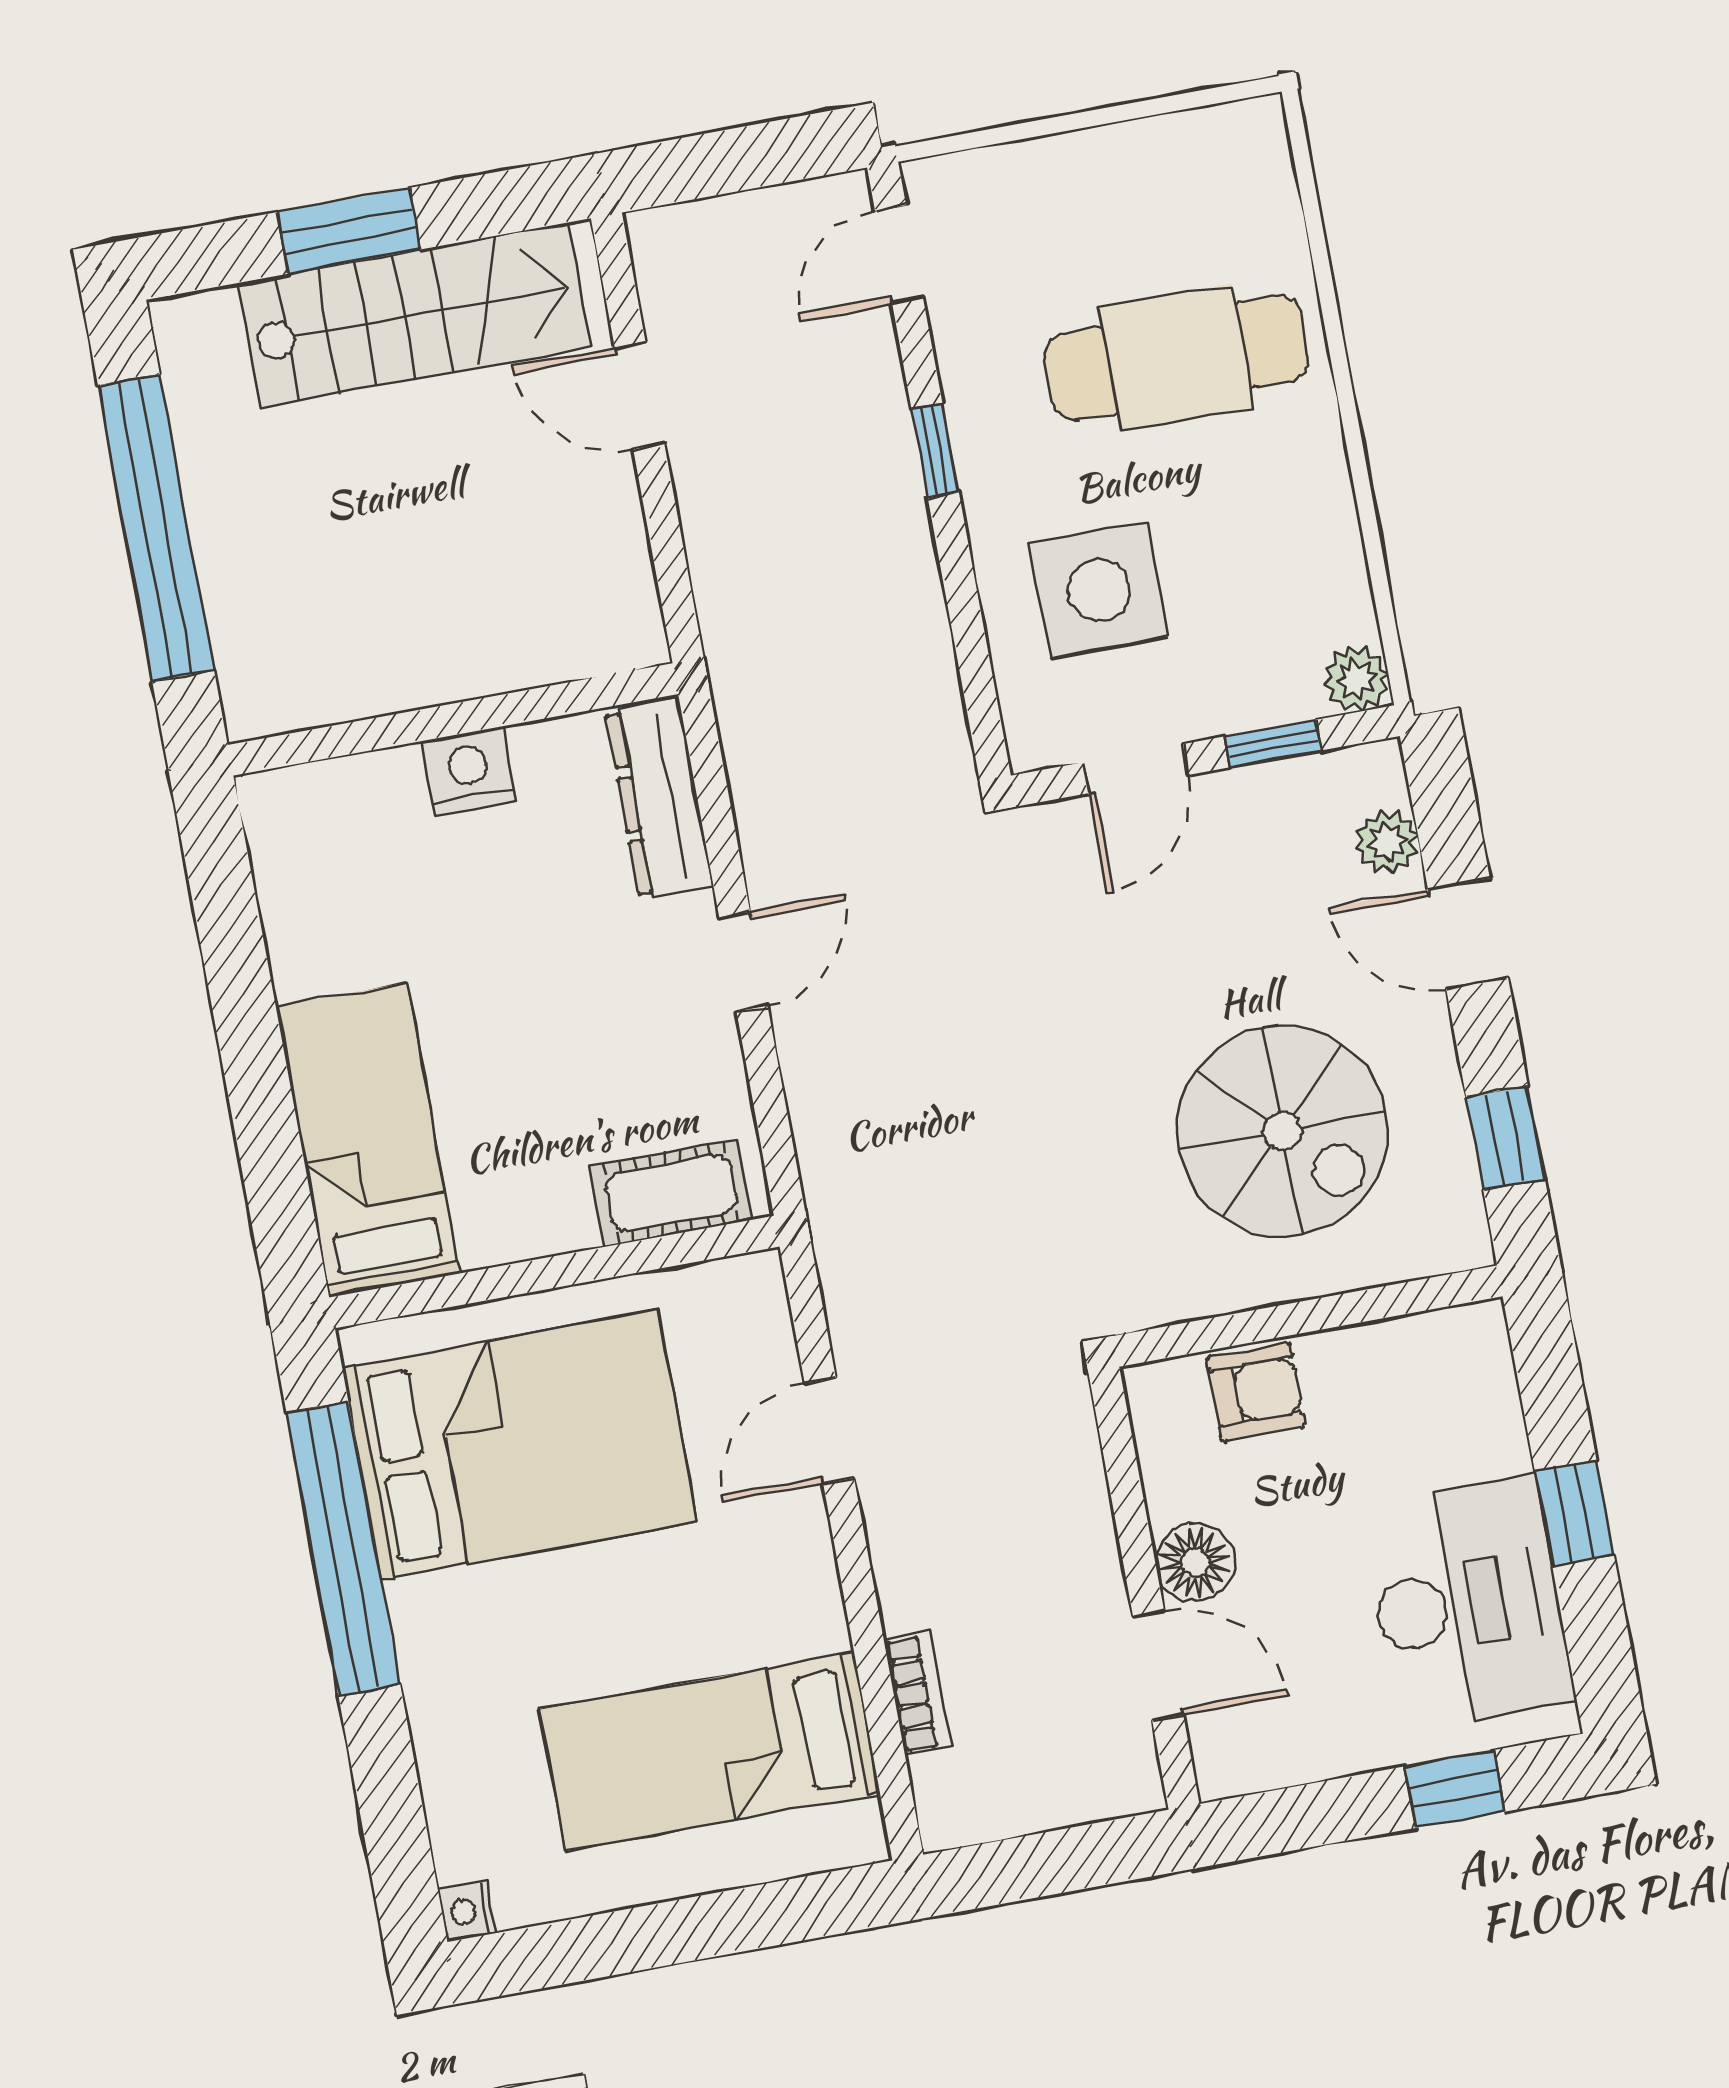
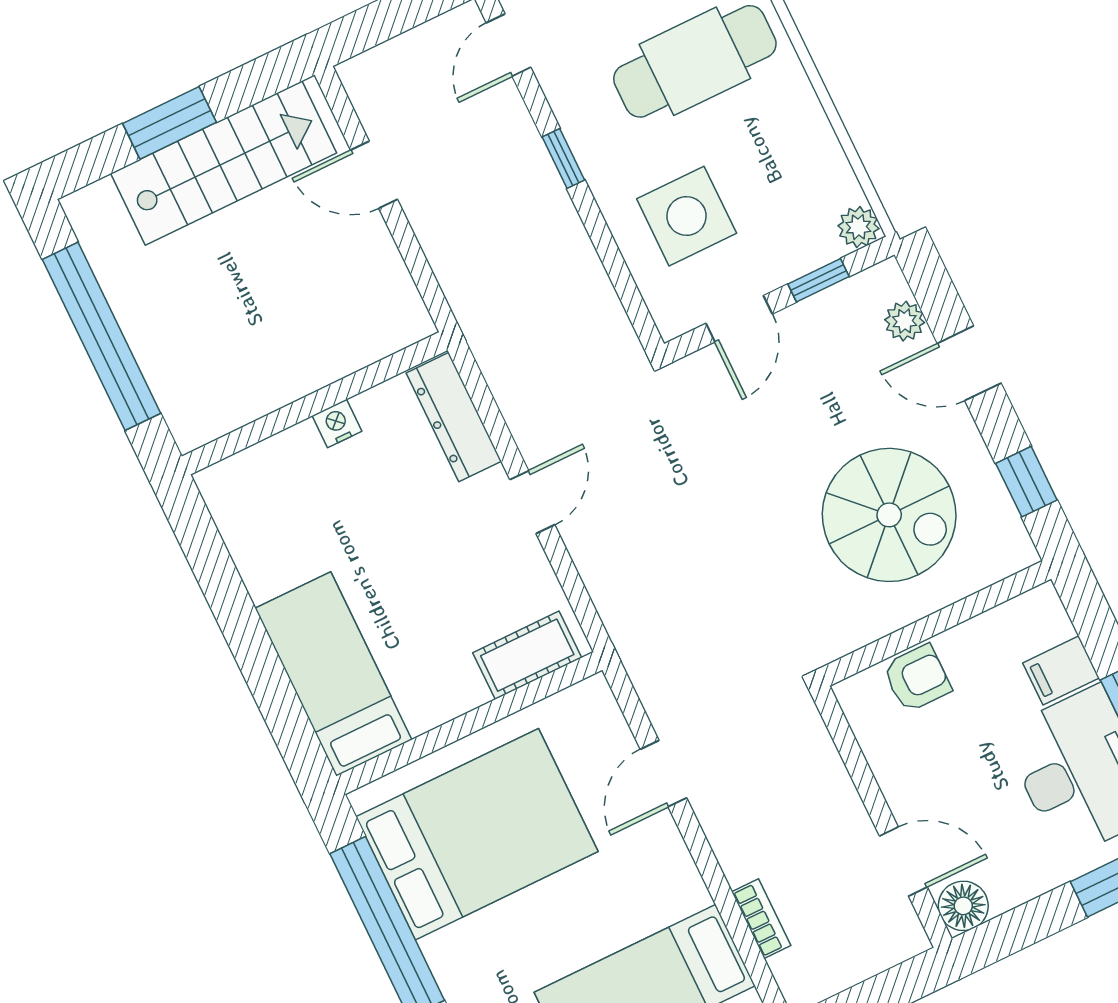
nightstand: (469, 771) -> (337, 423), width x0.72, depth x0.74
filing cabinet: (1479, 1441) -> (1061, 670), added
floor lamp: (1195, 1563) -> (963, 906), moved

